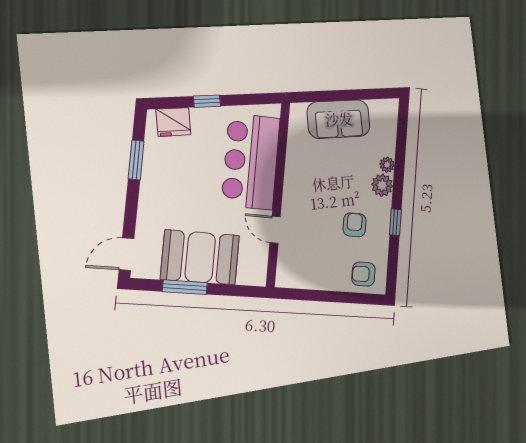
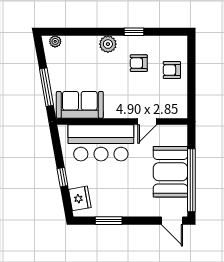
window: (333, 96) -> (46, 87), added
sofa: (339, 119) -> (80, 105), moved, turned -80
plant: (387, 165) -> (55, 41), moved
armchair: (363, 274) -> (172, 70), moved, turned 90
window: (185, 287) -> (191, 180), width x2.11

